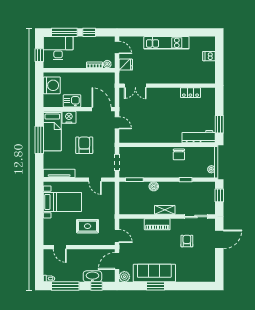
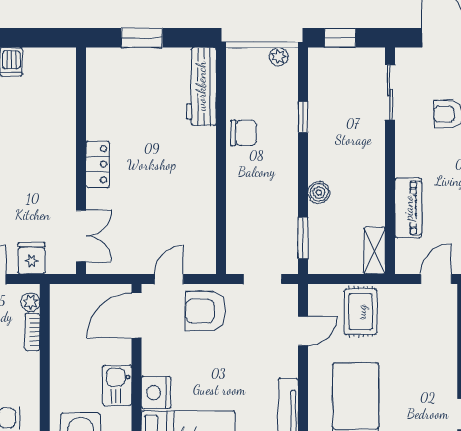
locker: (190, 93) -> (98, 164), moved
window: (219, 124) -> (142, 38), moved
armchair: (84, 145) -> (205, 311), moved
shelving: (165, 210) -> (374, 250), moved
piano: (157, 224) -> (408, 208), moved
rug: (88, 226) -> (361, 312), moved

